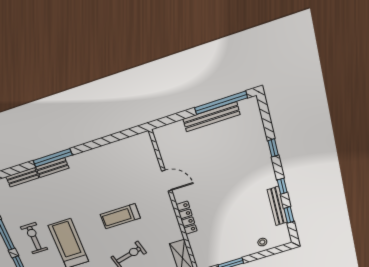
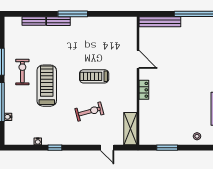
bench: (211, 117) -> (160, 22), moved
window: (53, 158) -> (73, 14), moved
locker: (187, 218) -> (144, 90), width x0.66

